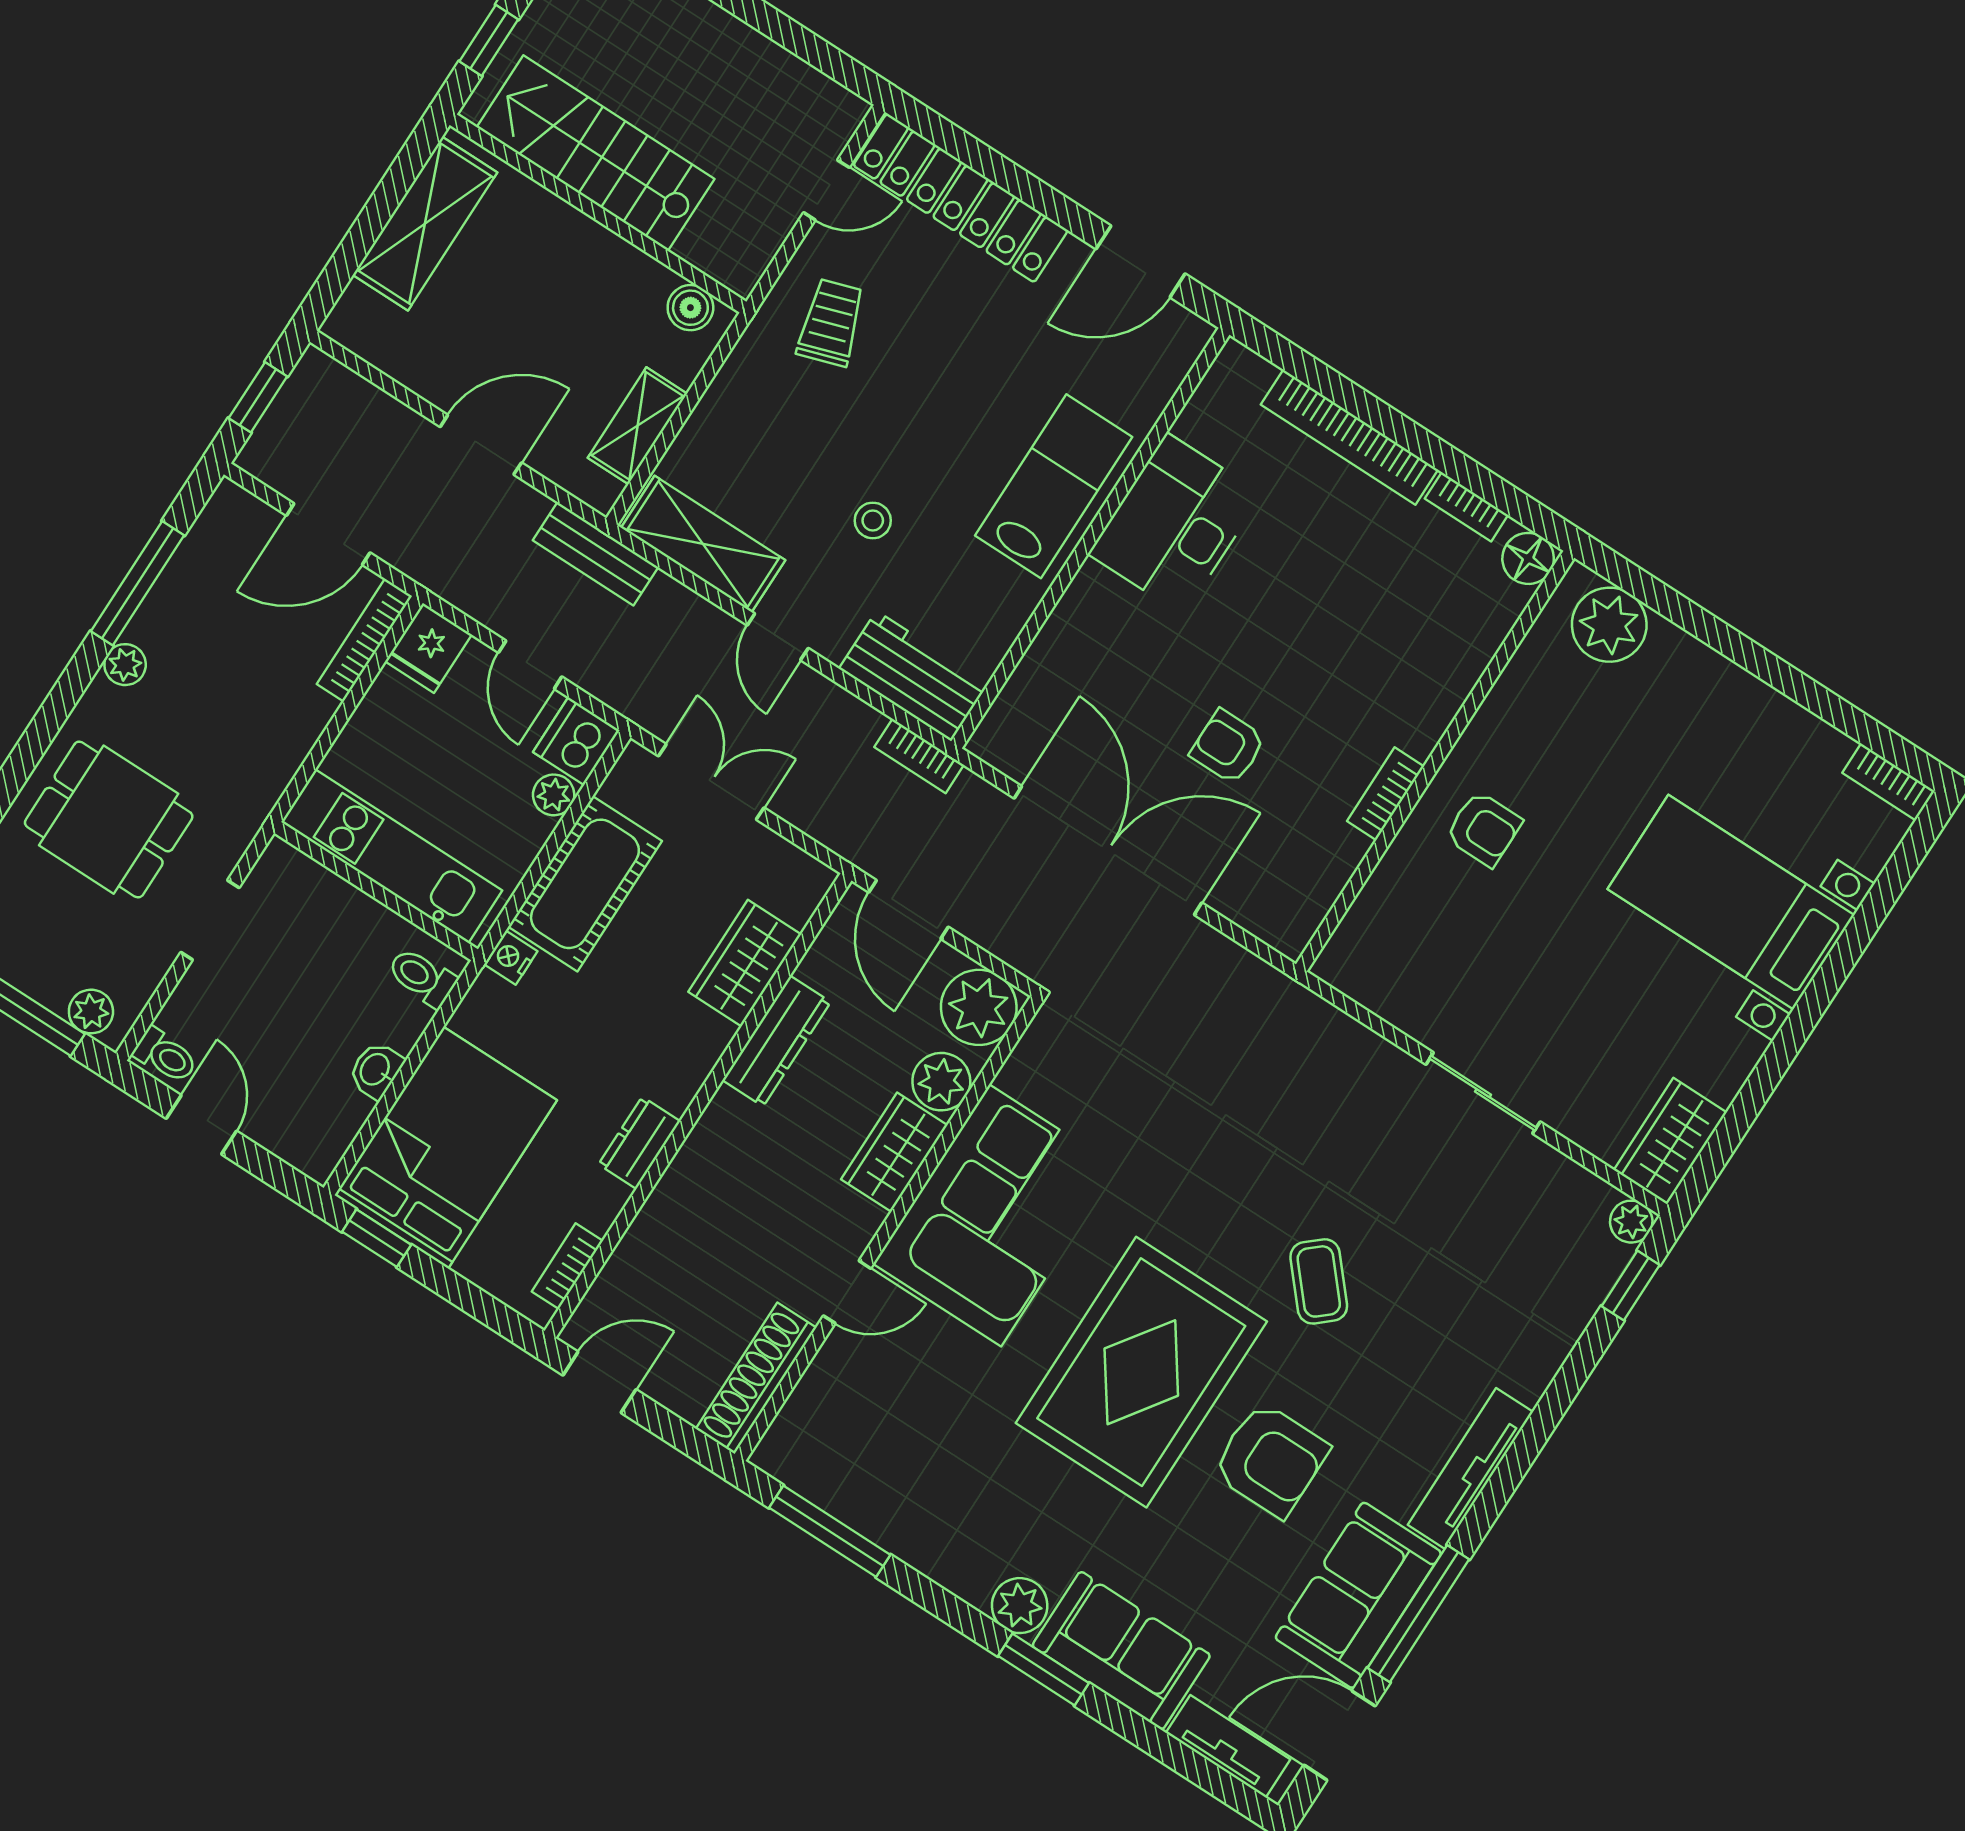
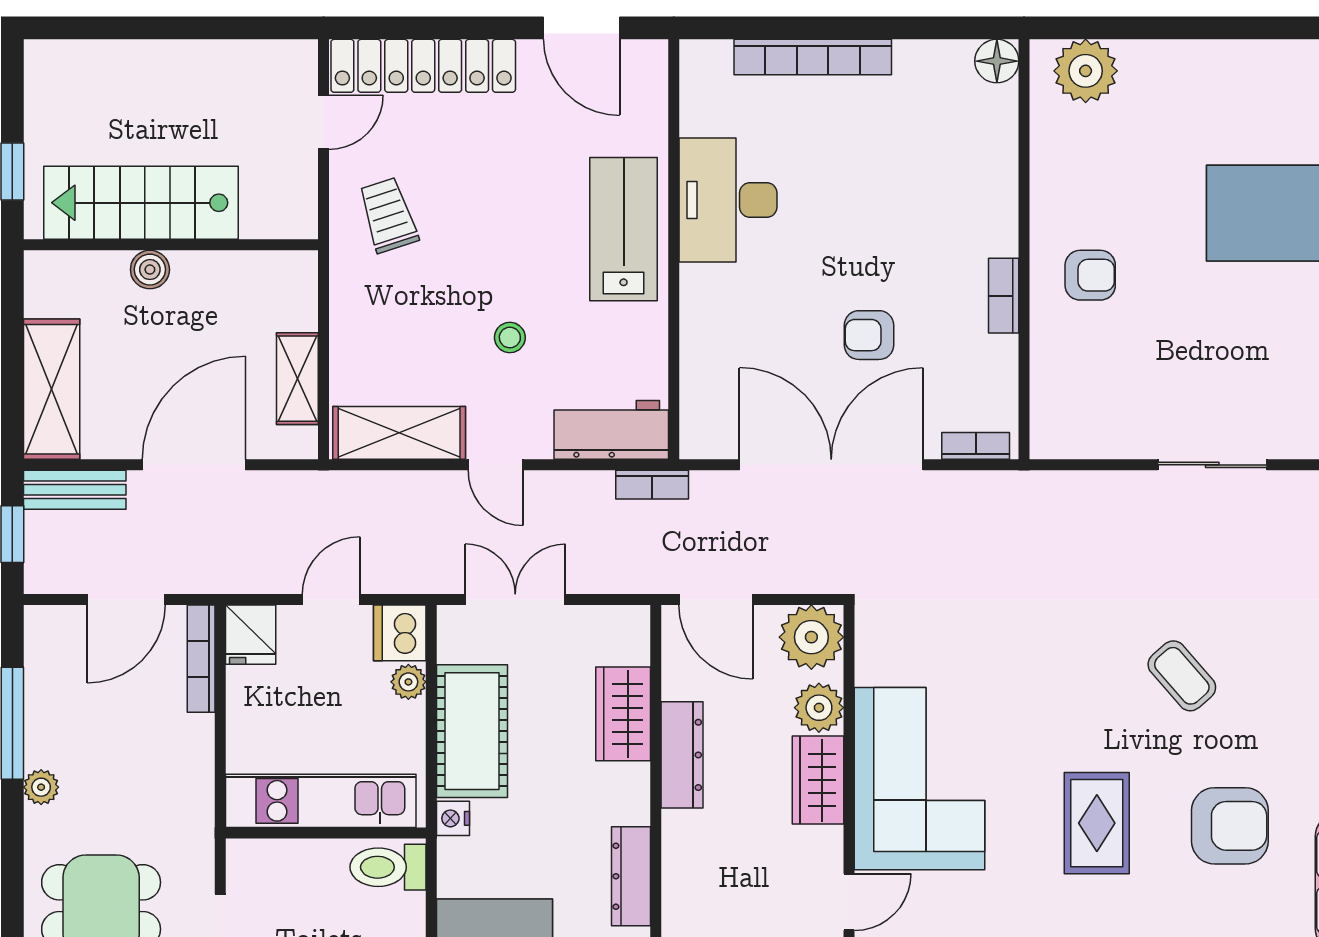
shelving: (425, 224) -> (52, 389), moved
door: (1141, 261) -> (582, 28), hinge flipped
boiler: (690, 308) -> (150, 270), moved
door: (481, 445) -> (194, 465), width x1.36
bookcase: (1466, 507) -> (976, 446), moved, turned 180
bench: (596, 554) -> (75, 490), moved
door: (530, 665) -> (331, 600), swing flipped
toilet: (422, 977) -> (388, 867), width x1.37, depth x1.39
dresser: (639, 1143) -> (631, 876), width x1.44
rug: (1141, 1372) -> (1097, 823), width x0.54, depth x0.49

